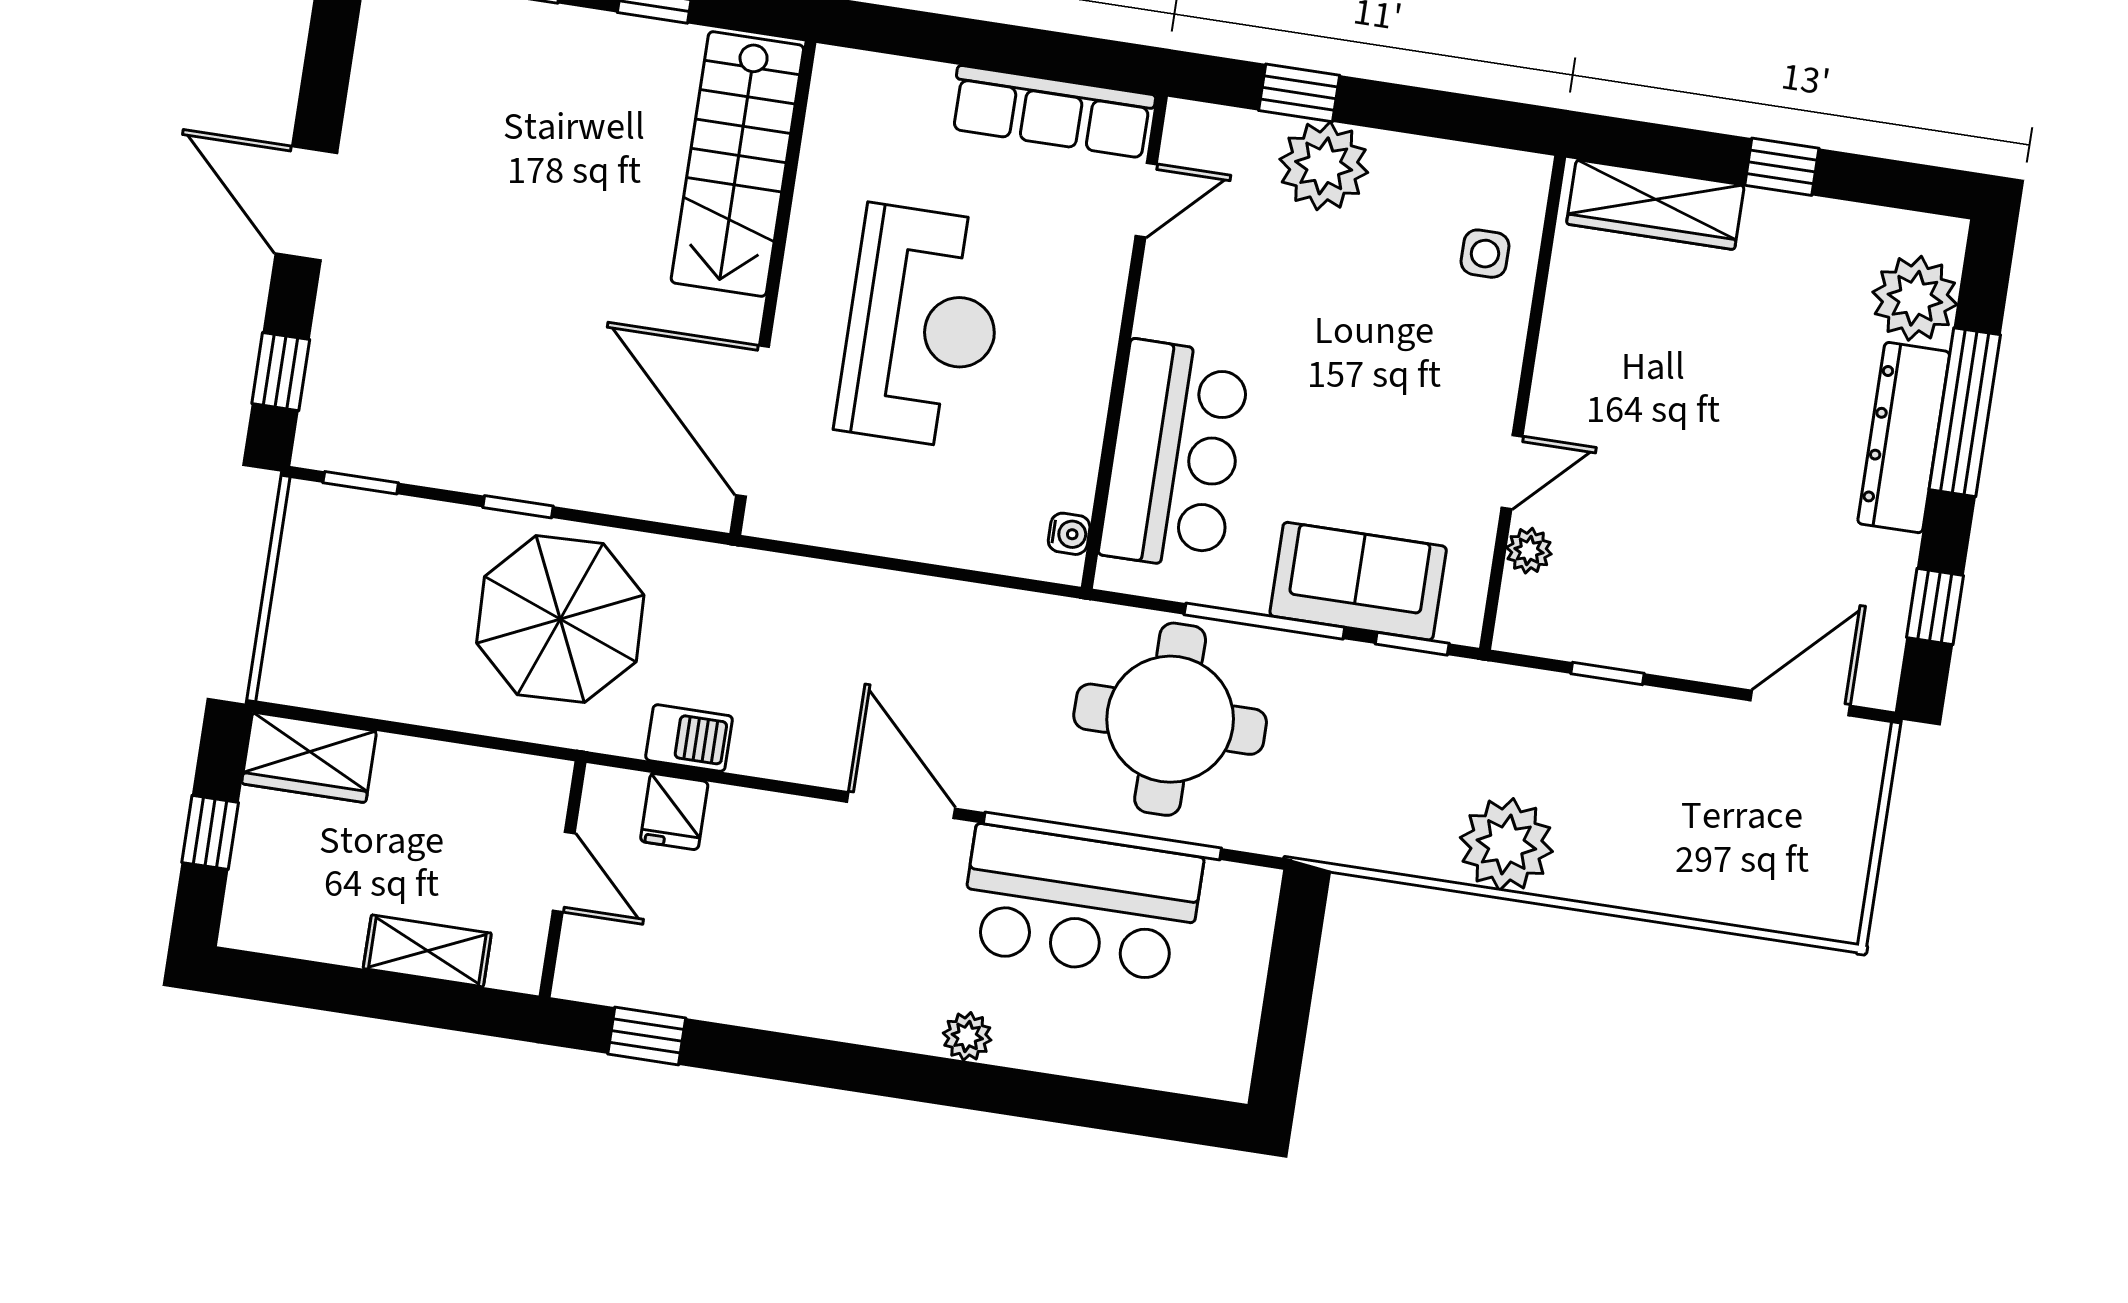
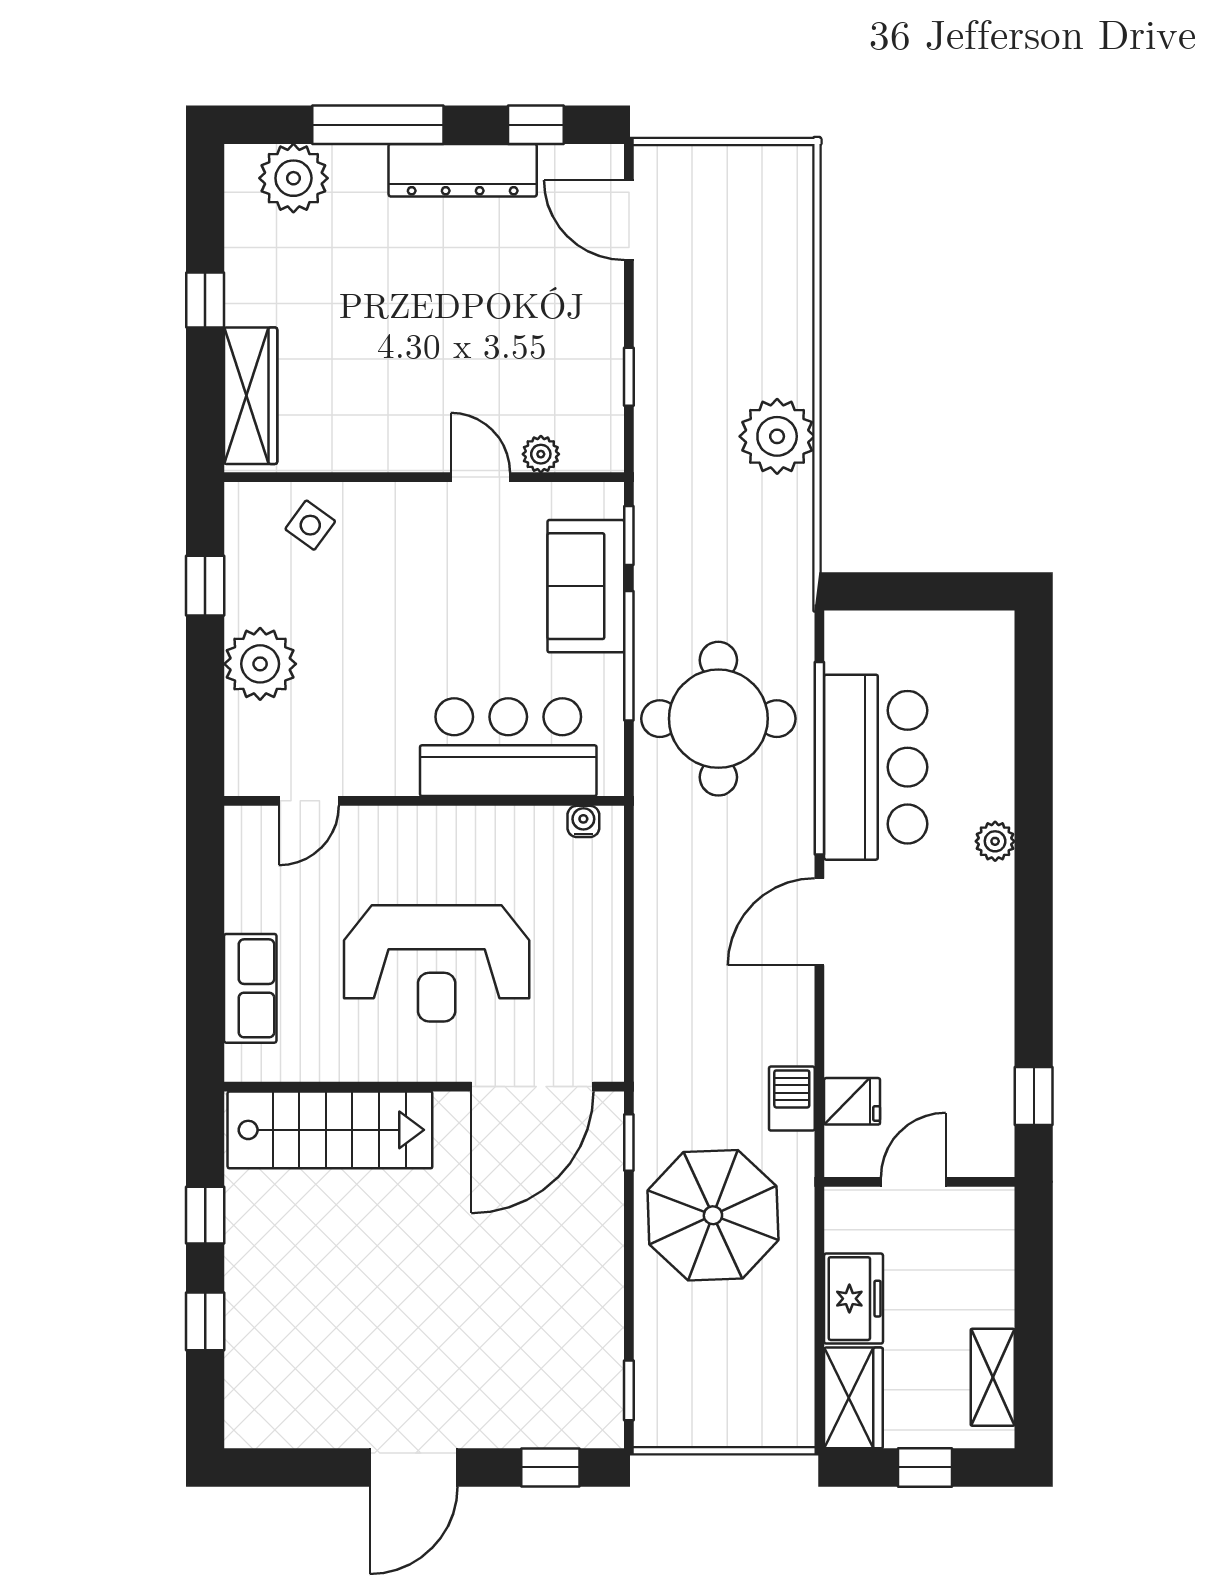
window: (1299, 93) -> (205, 586), moved
row of seats: (1052, 112) -> (250, 988), moved, width x0.68
door: (1146, 200) -> (309, 801), swing flipped
side table: (1485, 254) -> (310, 525), turned 36
reception desk: (922, 327) -> (437, 963), turned 180
dresser: (1904, 438) -> (463, 170), moved
window: (518, 507) -> (629, 1143), moved
freezer: (431, 776) -> (853, 1299), added
shelving: (427, 951) -> (993, 1377), moved

